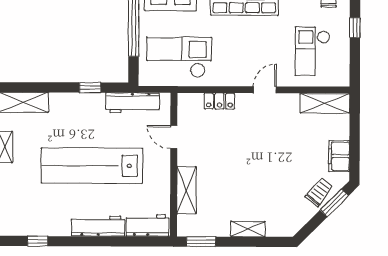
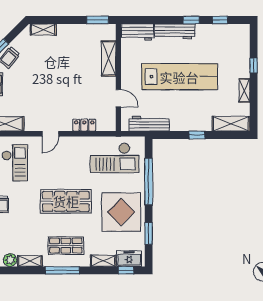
window: (90, 87) -> (197, 135), moved
shelving: (248, 229) -> (43, 30), moved
window: (76, 241) -> (191, 20), added

